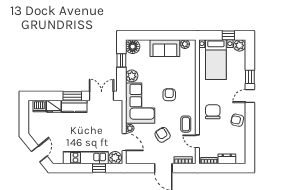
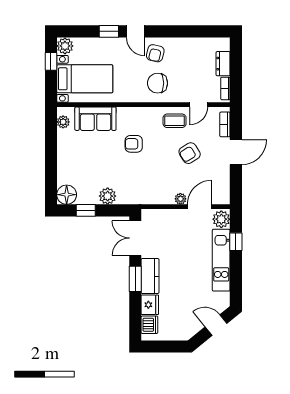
sofa: (165, 48) -> (95, 119), moved, turned 90
corner sofa: (140, 103) -> (145, 184), removed
armchair: (237, 120) -> (155, 53), moved

